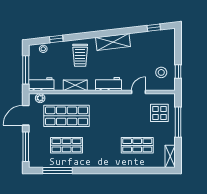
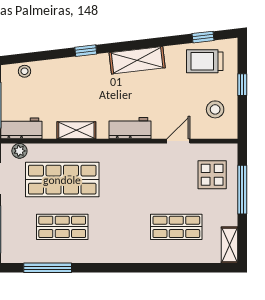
window: (56, 39) -> (86, 51), moved
trolley: (80, 55) -> (205, 61), moved, turned 90
window: (178, 72) -> (242, 85), moved

